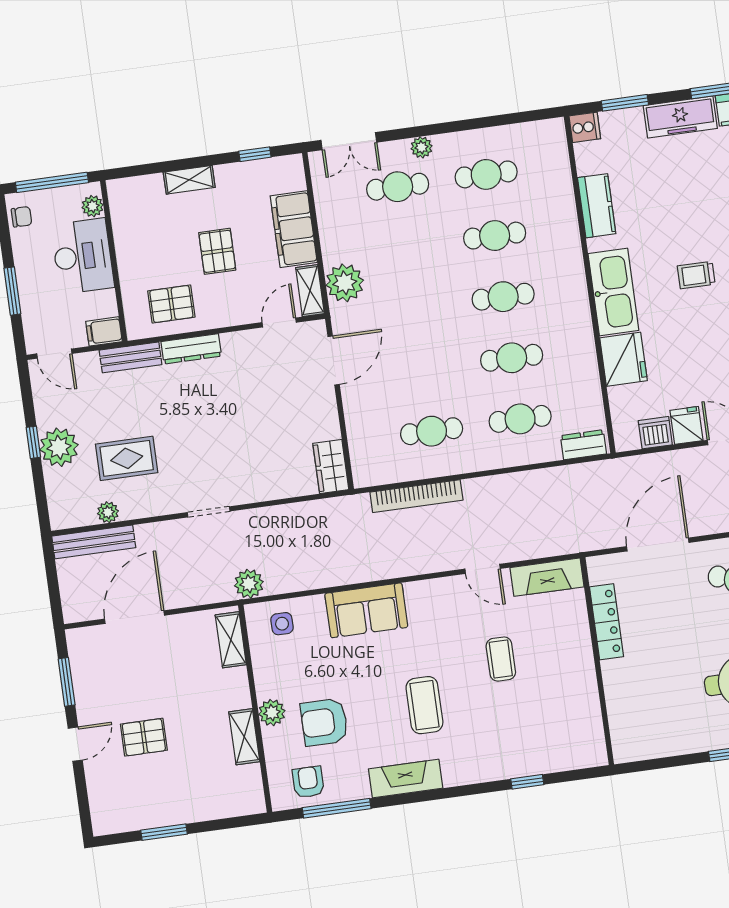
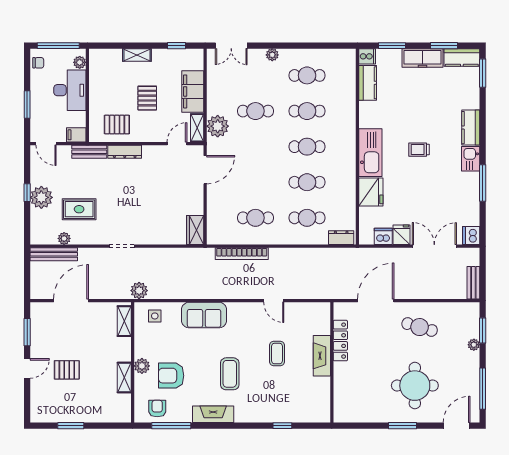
cafe table: (398, 187) -> (255, 111), moved
kitchen counter: (597, 206) -> (368, 83), moved
fireplace: (547, 577) -> (322, 356), moved, turned 90

